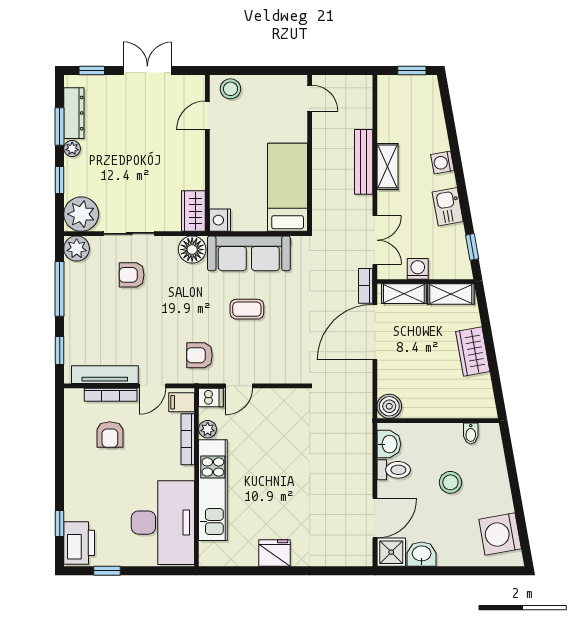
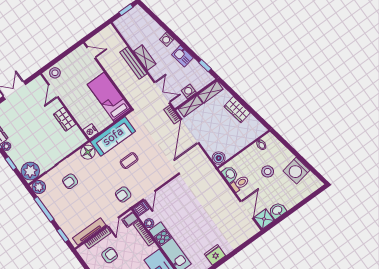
wardrobe: (193, 211) -> (65, 119), moved
armchair: (110, 435) -> (110, 255), turned -90
washing machine: (500, 534) -> (296, 171), moved

